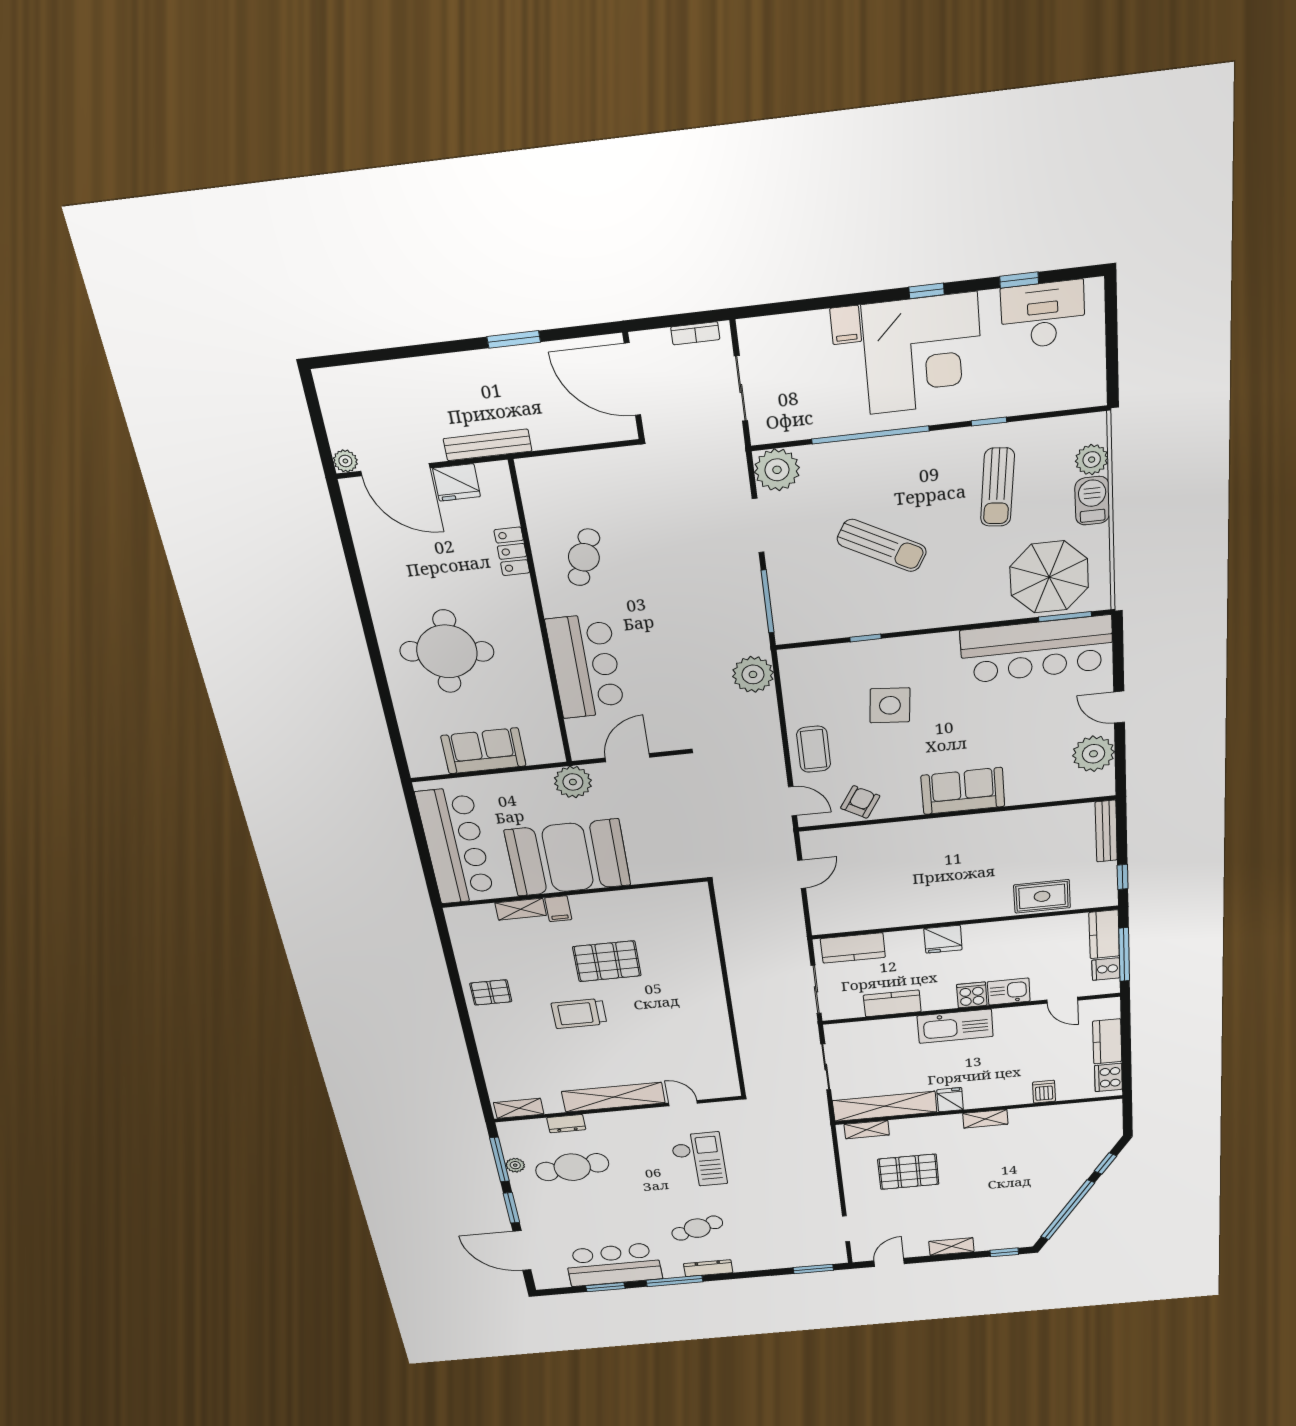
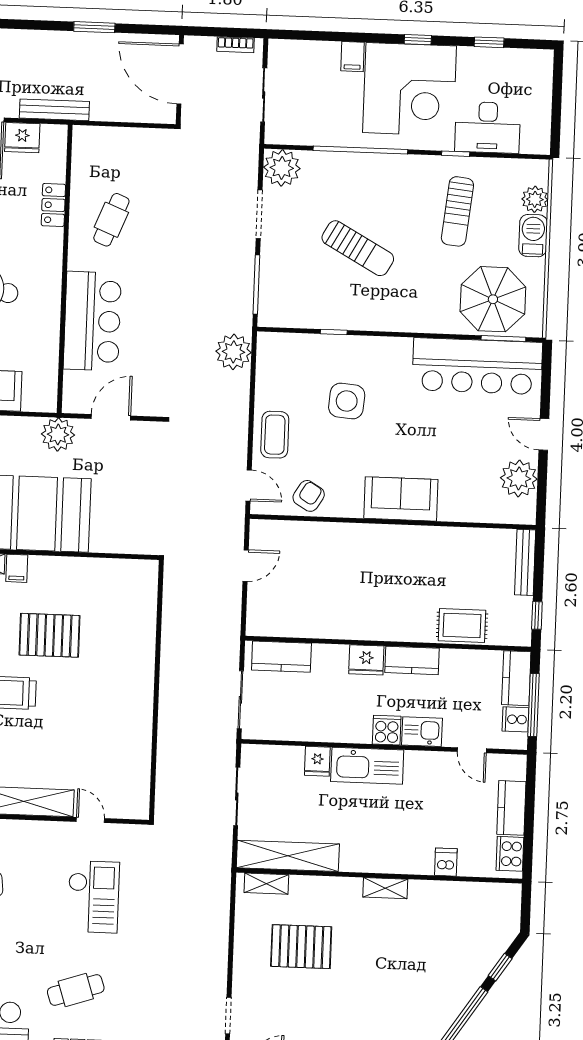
desk: (1043, 315) -> (488, 127), moved, turned 180
kitchen counter: (892, 1003) -> (412, 660), moved, turned 180
fridge: (950, 1100) -> (317, 761), moved, turned 180

